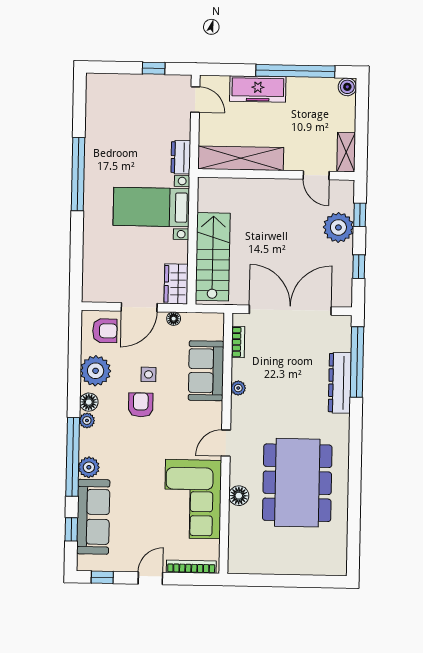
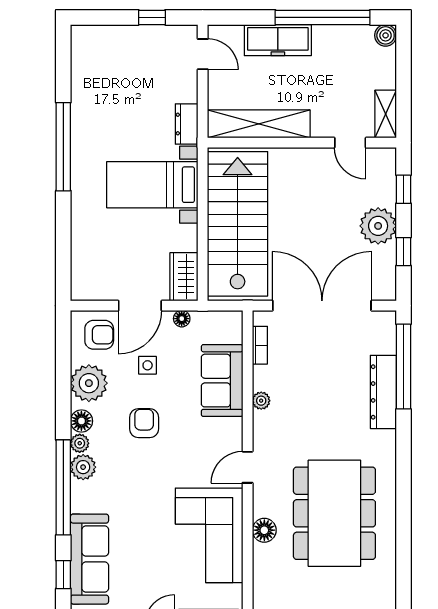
plant: (338, 227) -> (378, 226), moved
stairs: (213, 257) -> (238, 224), width x1.36, depth x1.51
side table: (149, 374) -> (148, 365), moved
plant: (89, 467) -> (83, 467), moved

